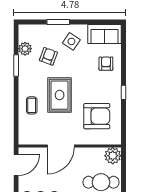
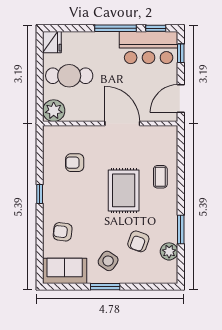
window: (58, 22) -> (105, 287), moved
armchair: (106, 64) -> (63, 232), turned 97
armchair: (97, 116) -> (75, 163), width x0.53, depth x0.53
door: (61, 146) -> (122, 124), hinge flipped

